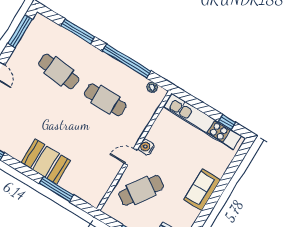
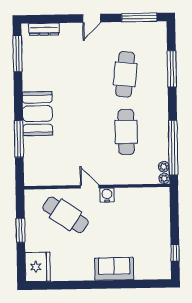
window: (127, 61) -> (173, 148), moved
plant: (162, 93) -> (164, 178), added
kitchen unit: (203, 122) -> (162, 231), removed
sofa: (202, 190) -> (114, 269), moved

